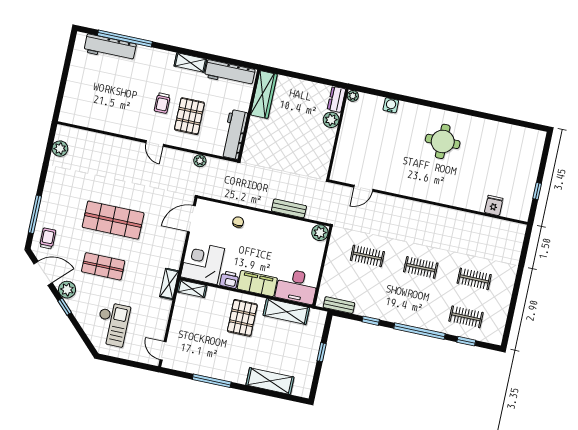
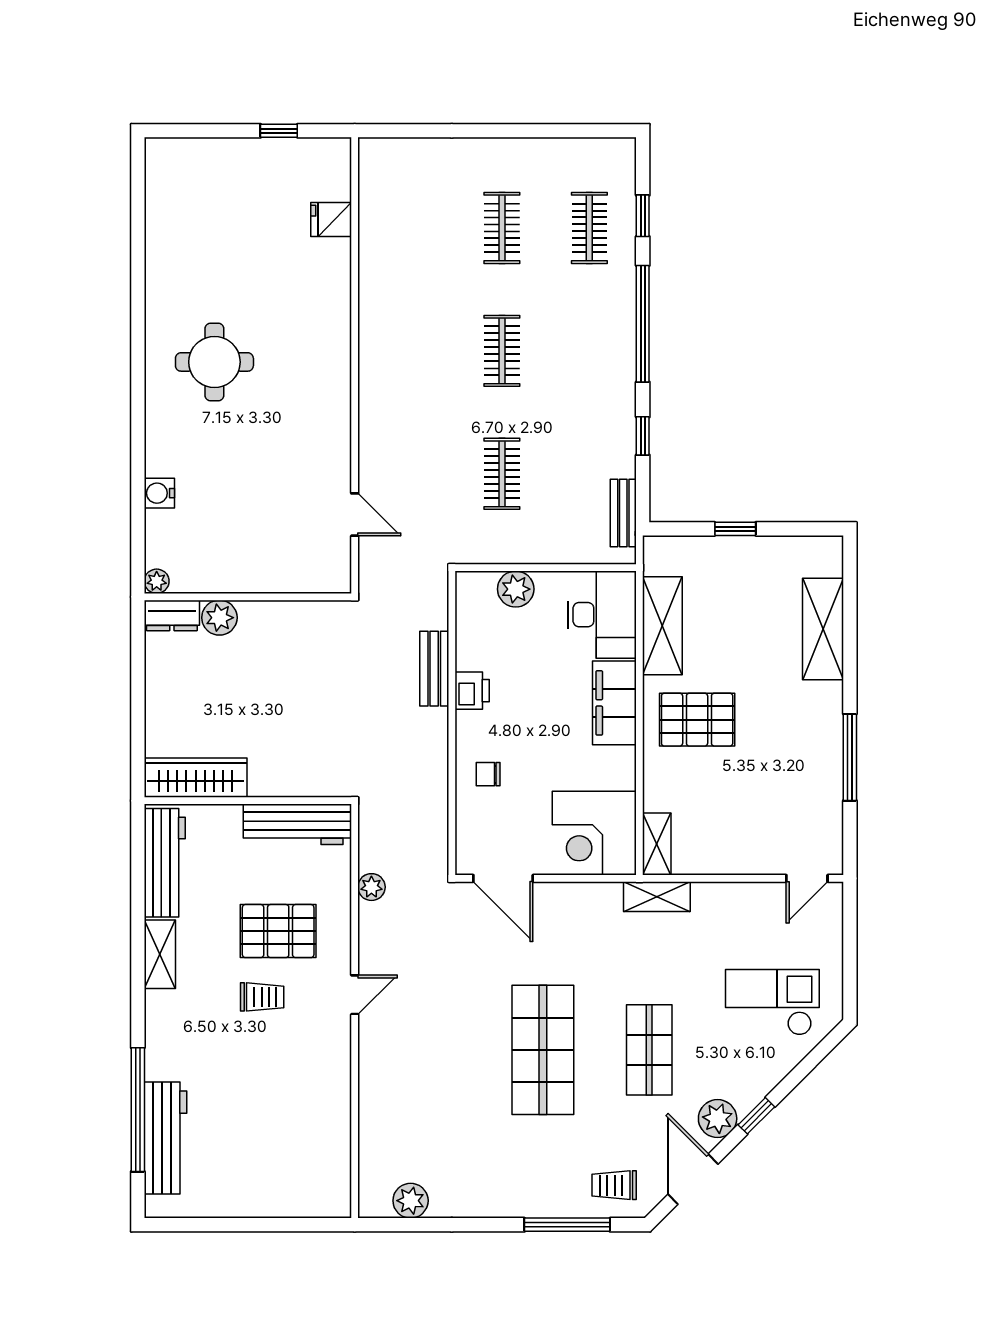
plant: (320, 233) -> (516, 589), moved
printer: (229, 280) -> (472, 691), moved, turned 180

